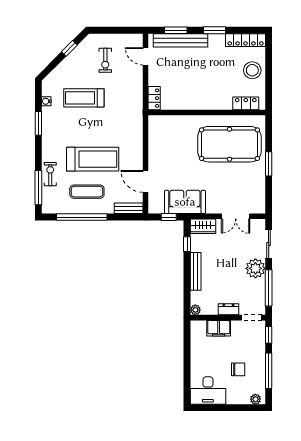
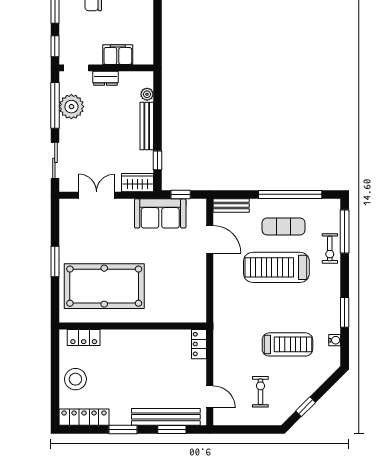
plant: (255, 268) -> (71, 107), moved
plant: (195, 310) -> (147, 94), moved

